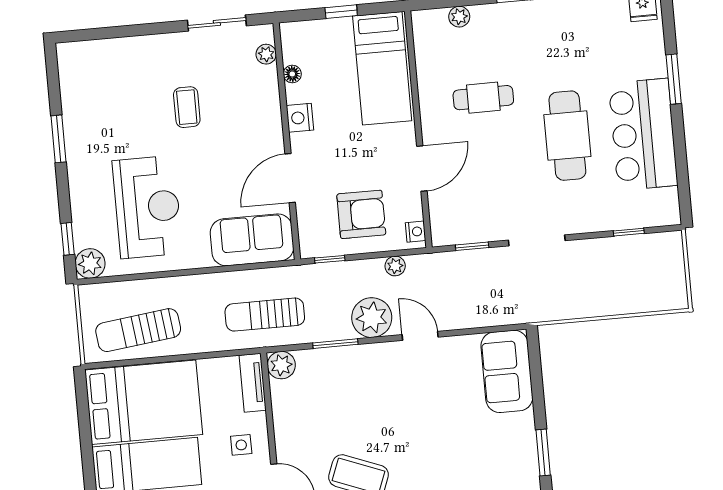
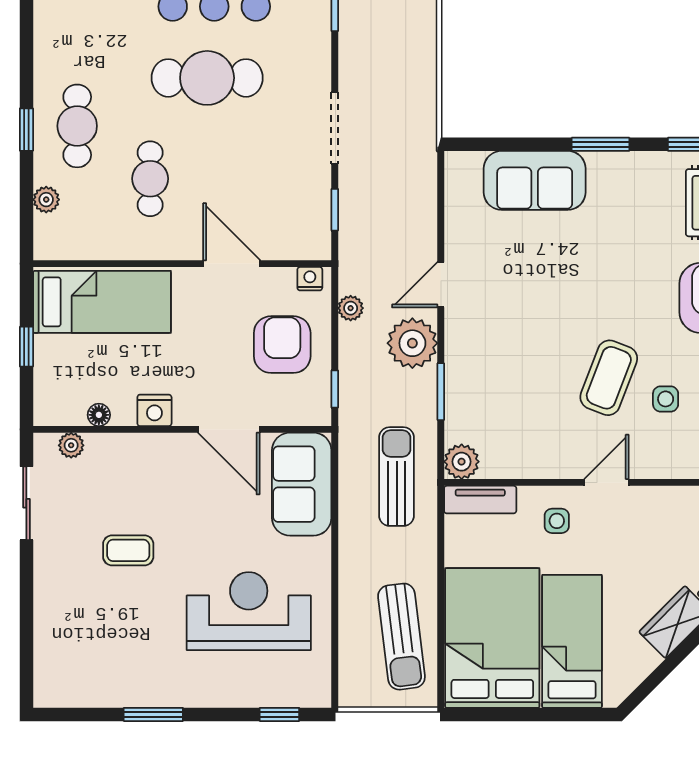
cafe table: (520, 36) -> (77, 126), added
plant: (90, 263) -> (313, 689), removed
sun lounger: (265, 315) -> (397, 477), turned 180
sofa: (507, 371) -> (535, 180), moved

